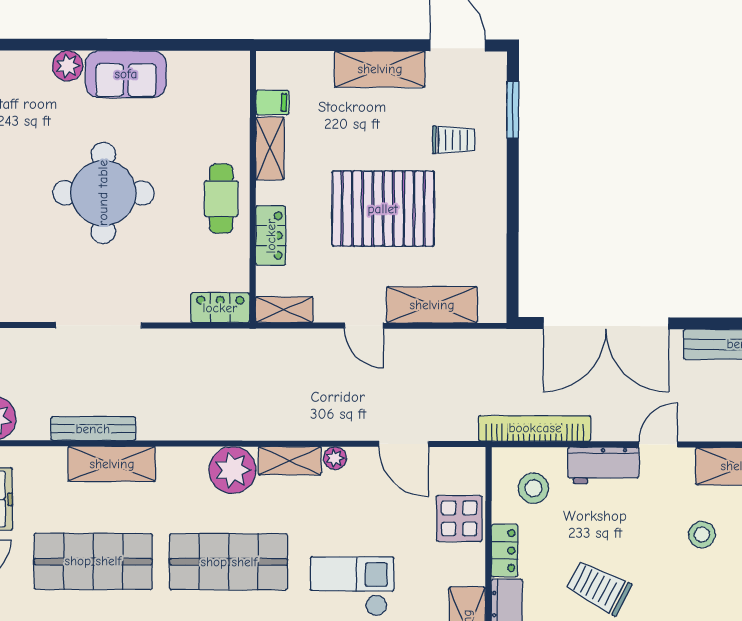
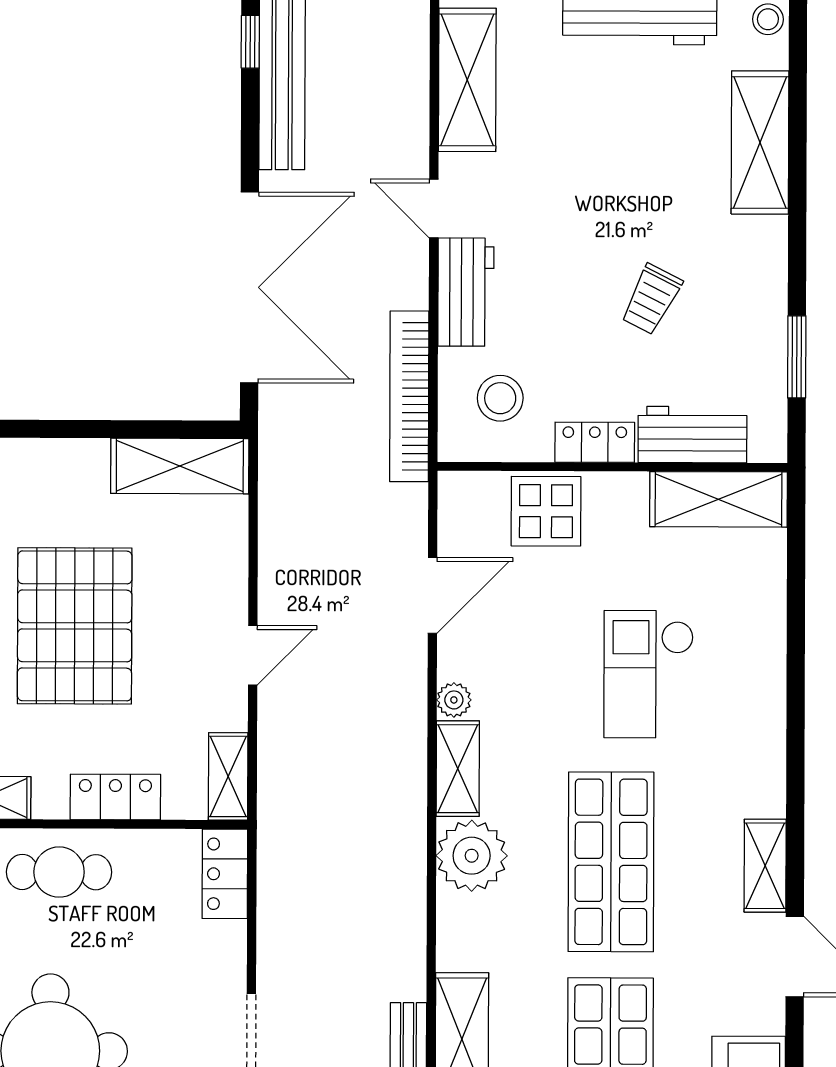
shelving: (432, 305) -> (180, 466), moved, turned 90
stool: (702, 535) -> (571, 142), removed
trolley: (599, 588) -> (651, 299), width x0.73, depth x0.72

